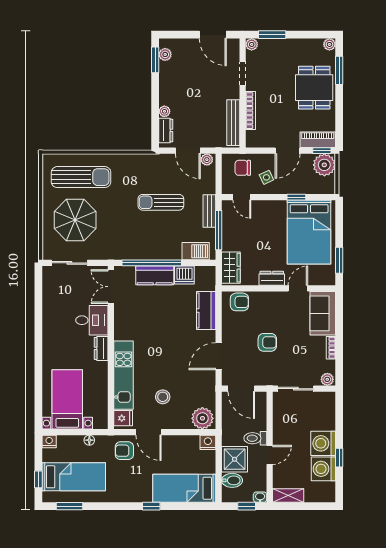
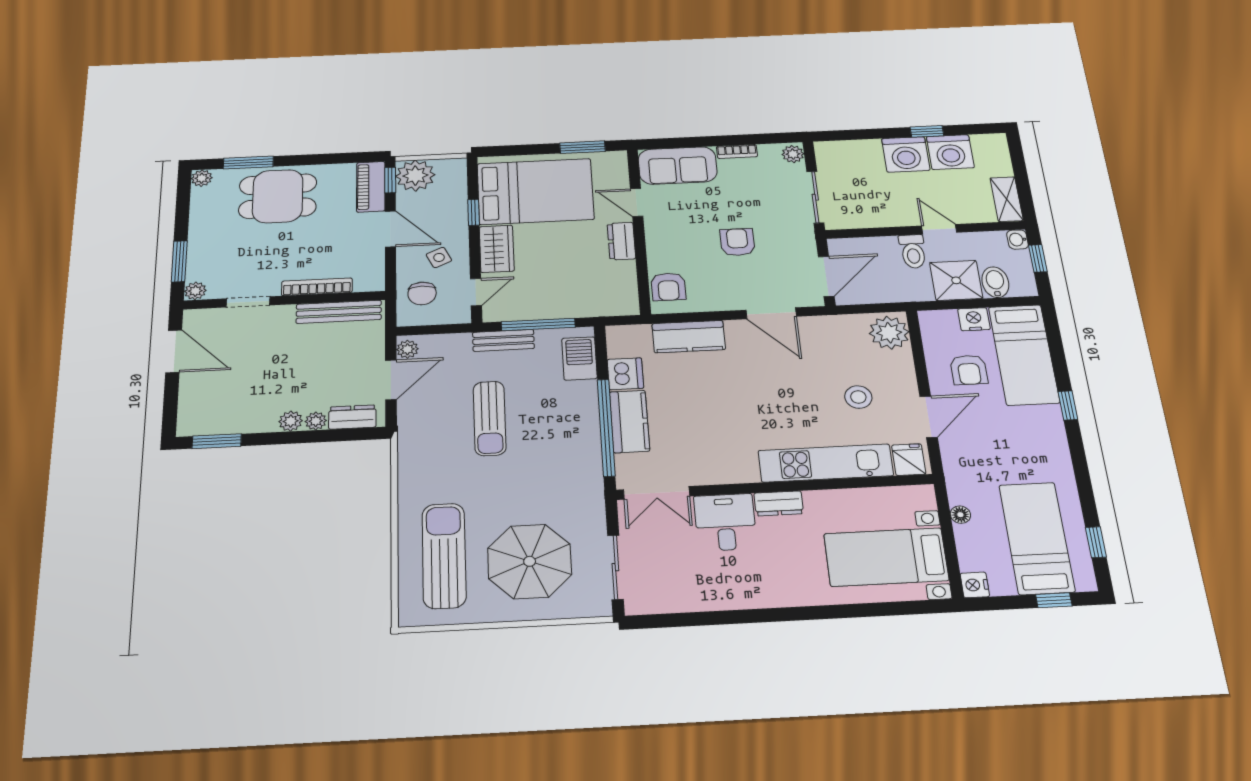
door: (213, 35) -> (174, 351), hinge flipped
plant: (165, 54) -> (291, 421), moved
wardrobe: (231, 268) -> (497, 249), moved, turned 90
armchair: (239, 302) -> (668, 287), turned 180
nightstand: (208, 442) -> (974, 319), moved, turned 90
armchair: (124, 451) -> (969, 370), moved
window: (70, 506) -> (1096, 542), width x0.67

